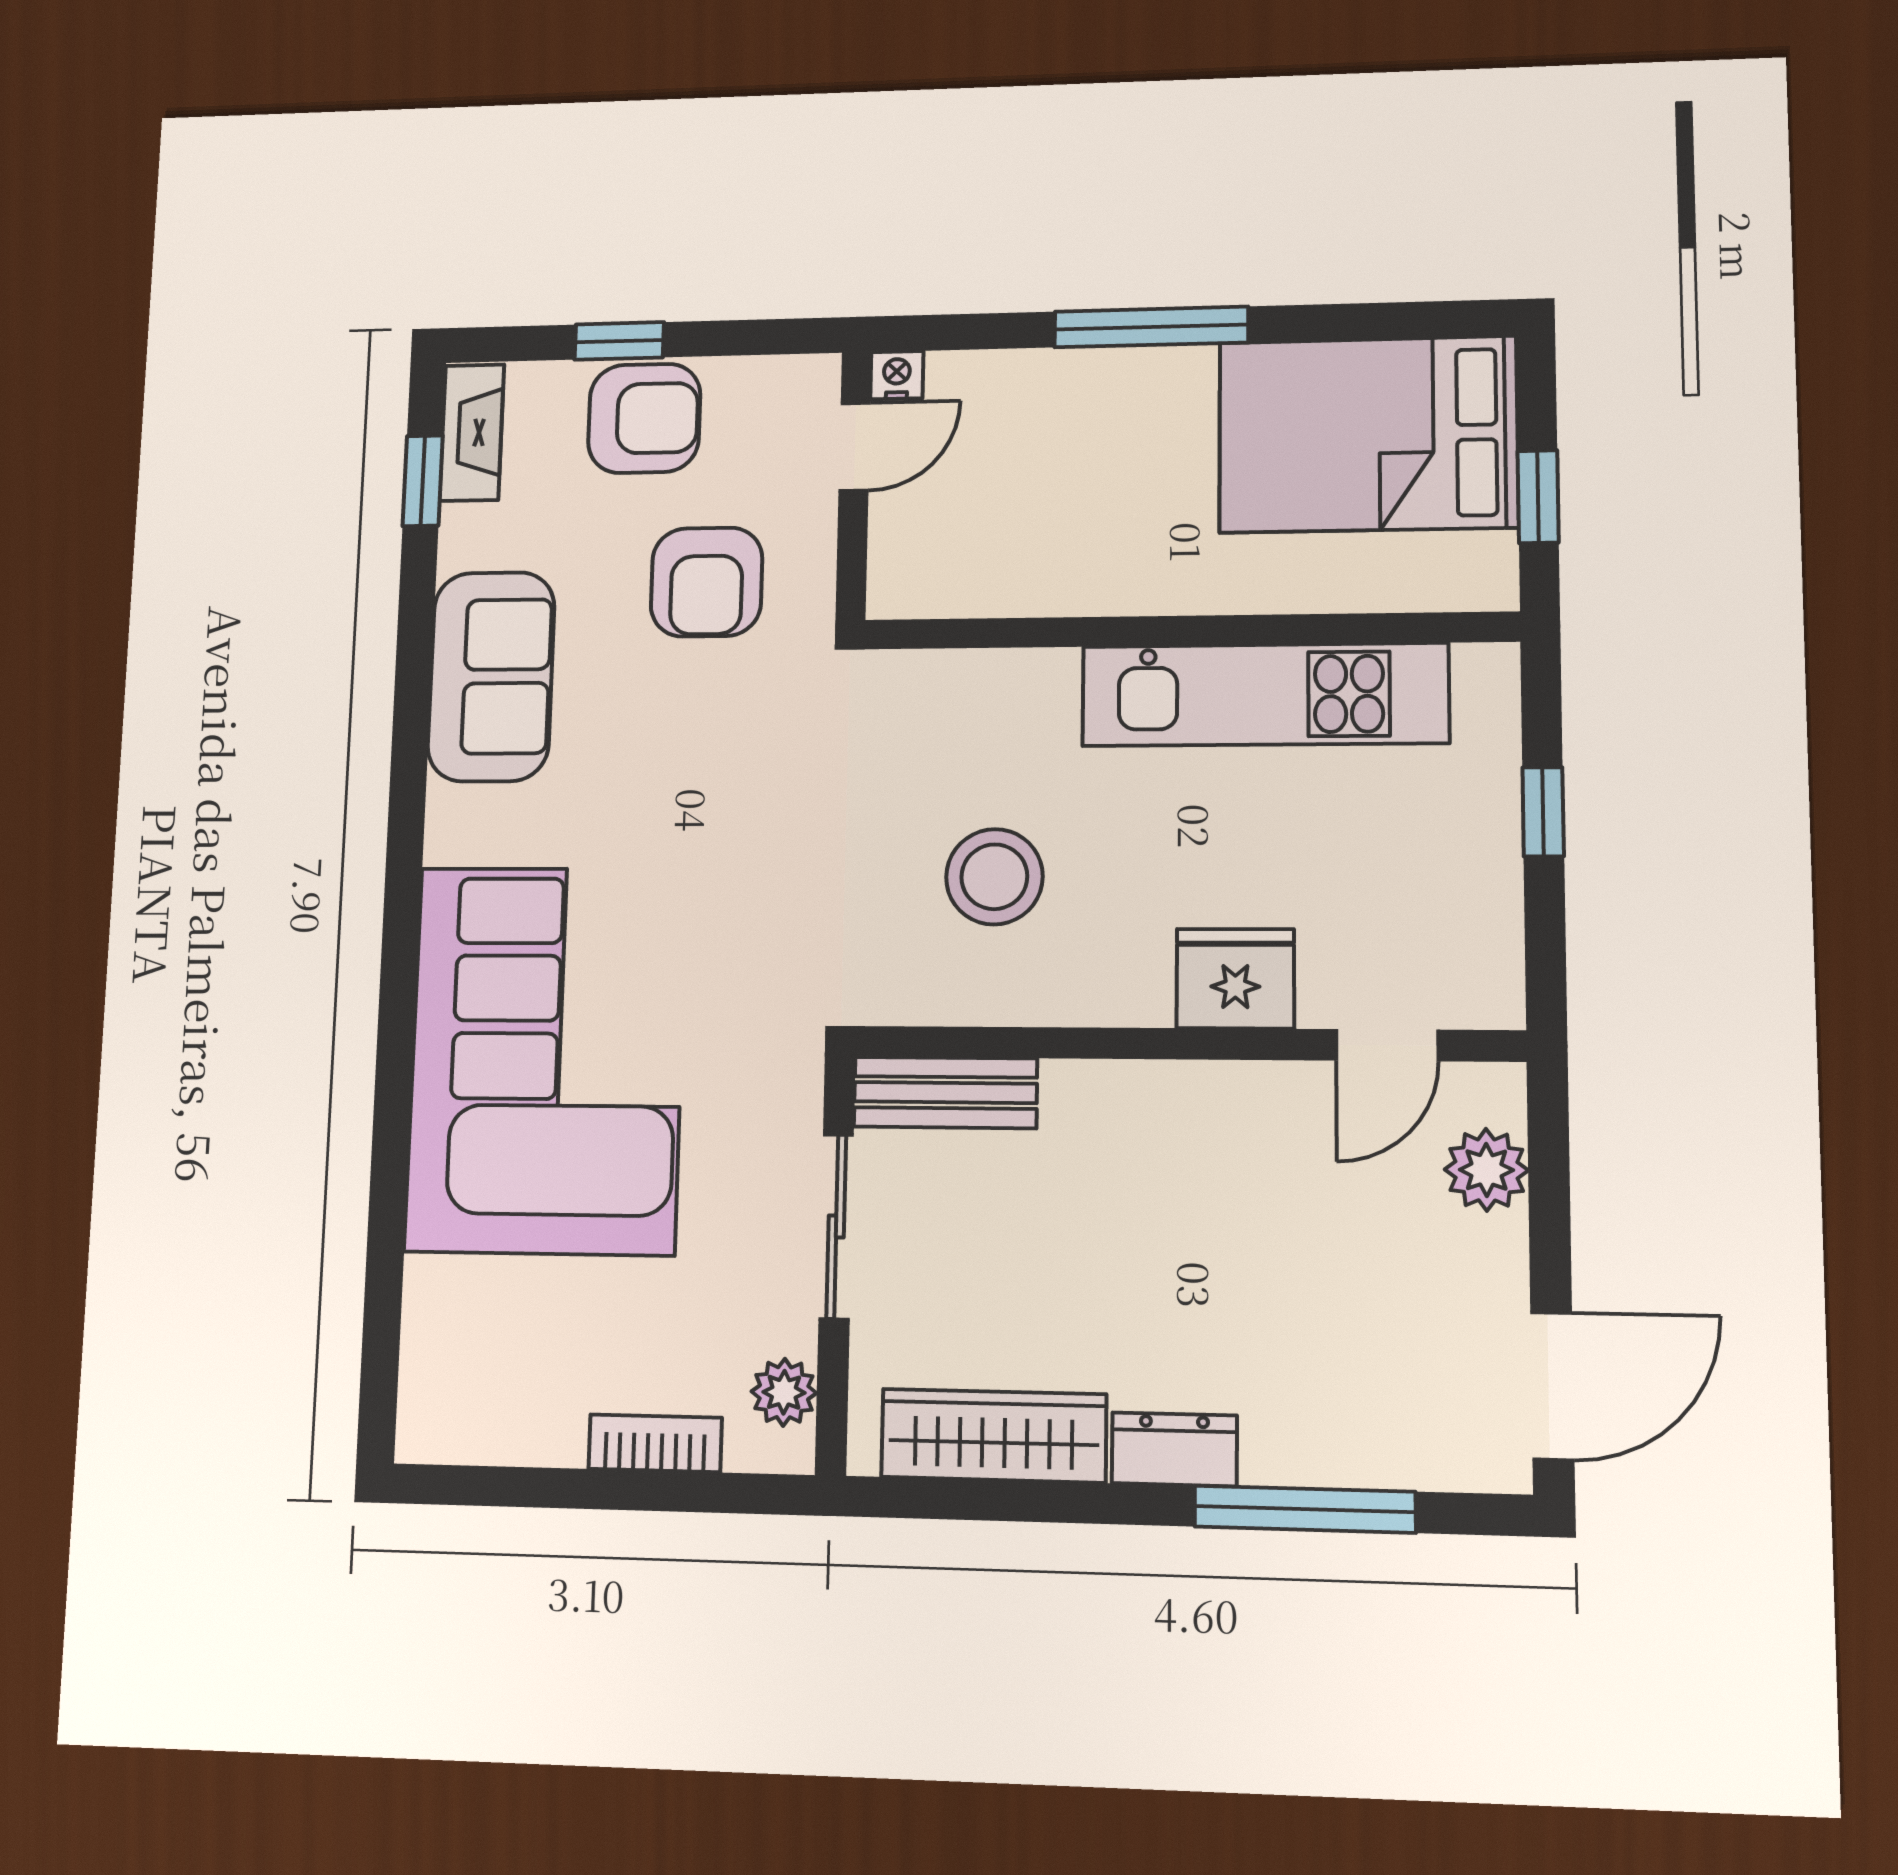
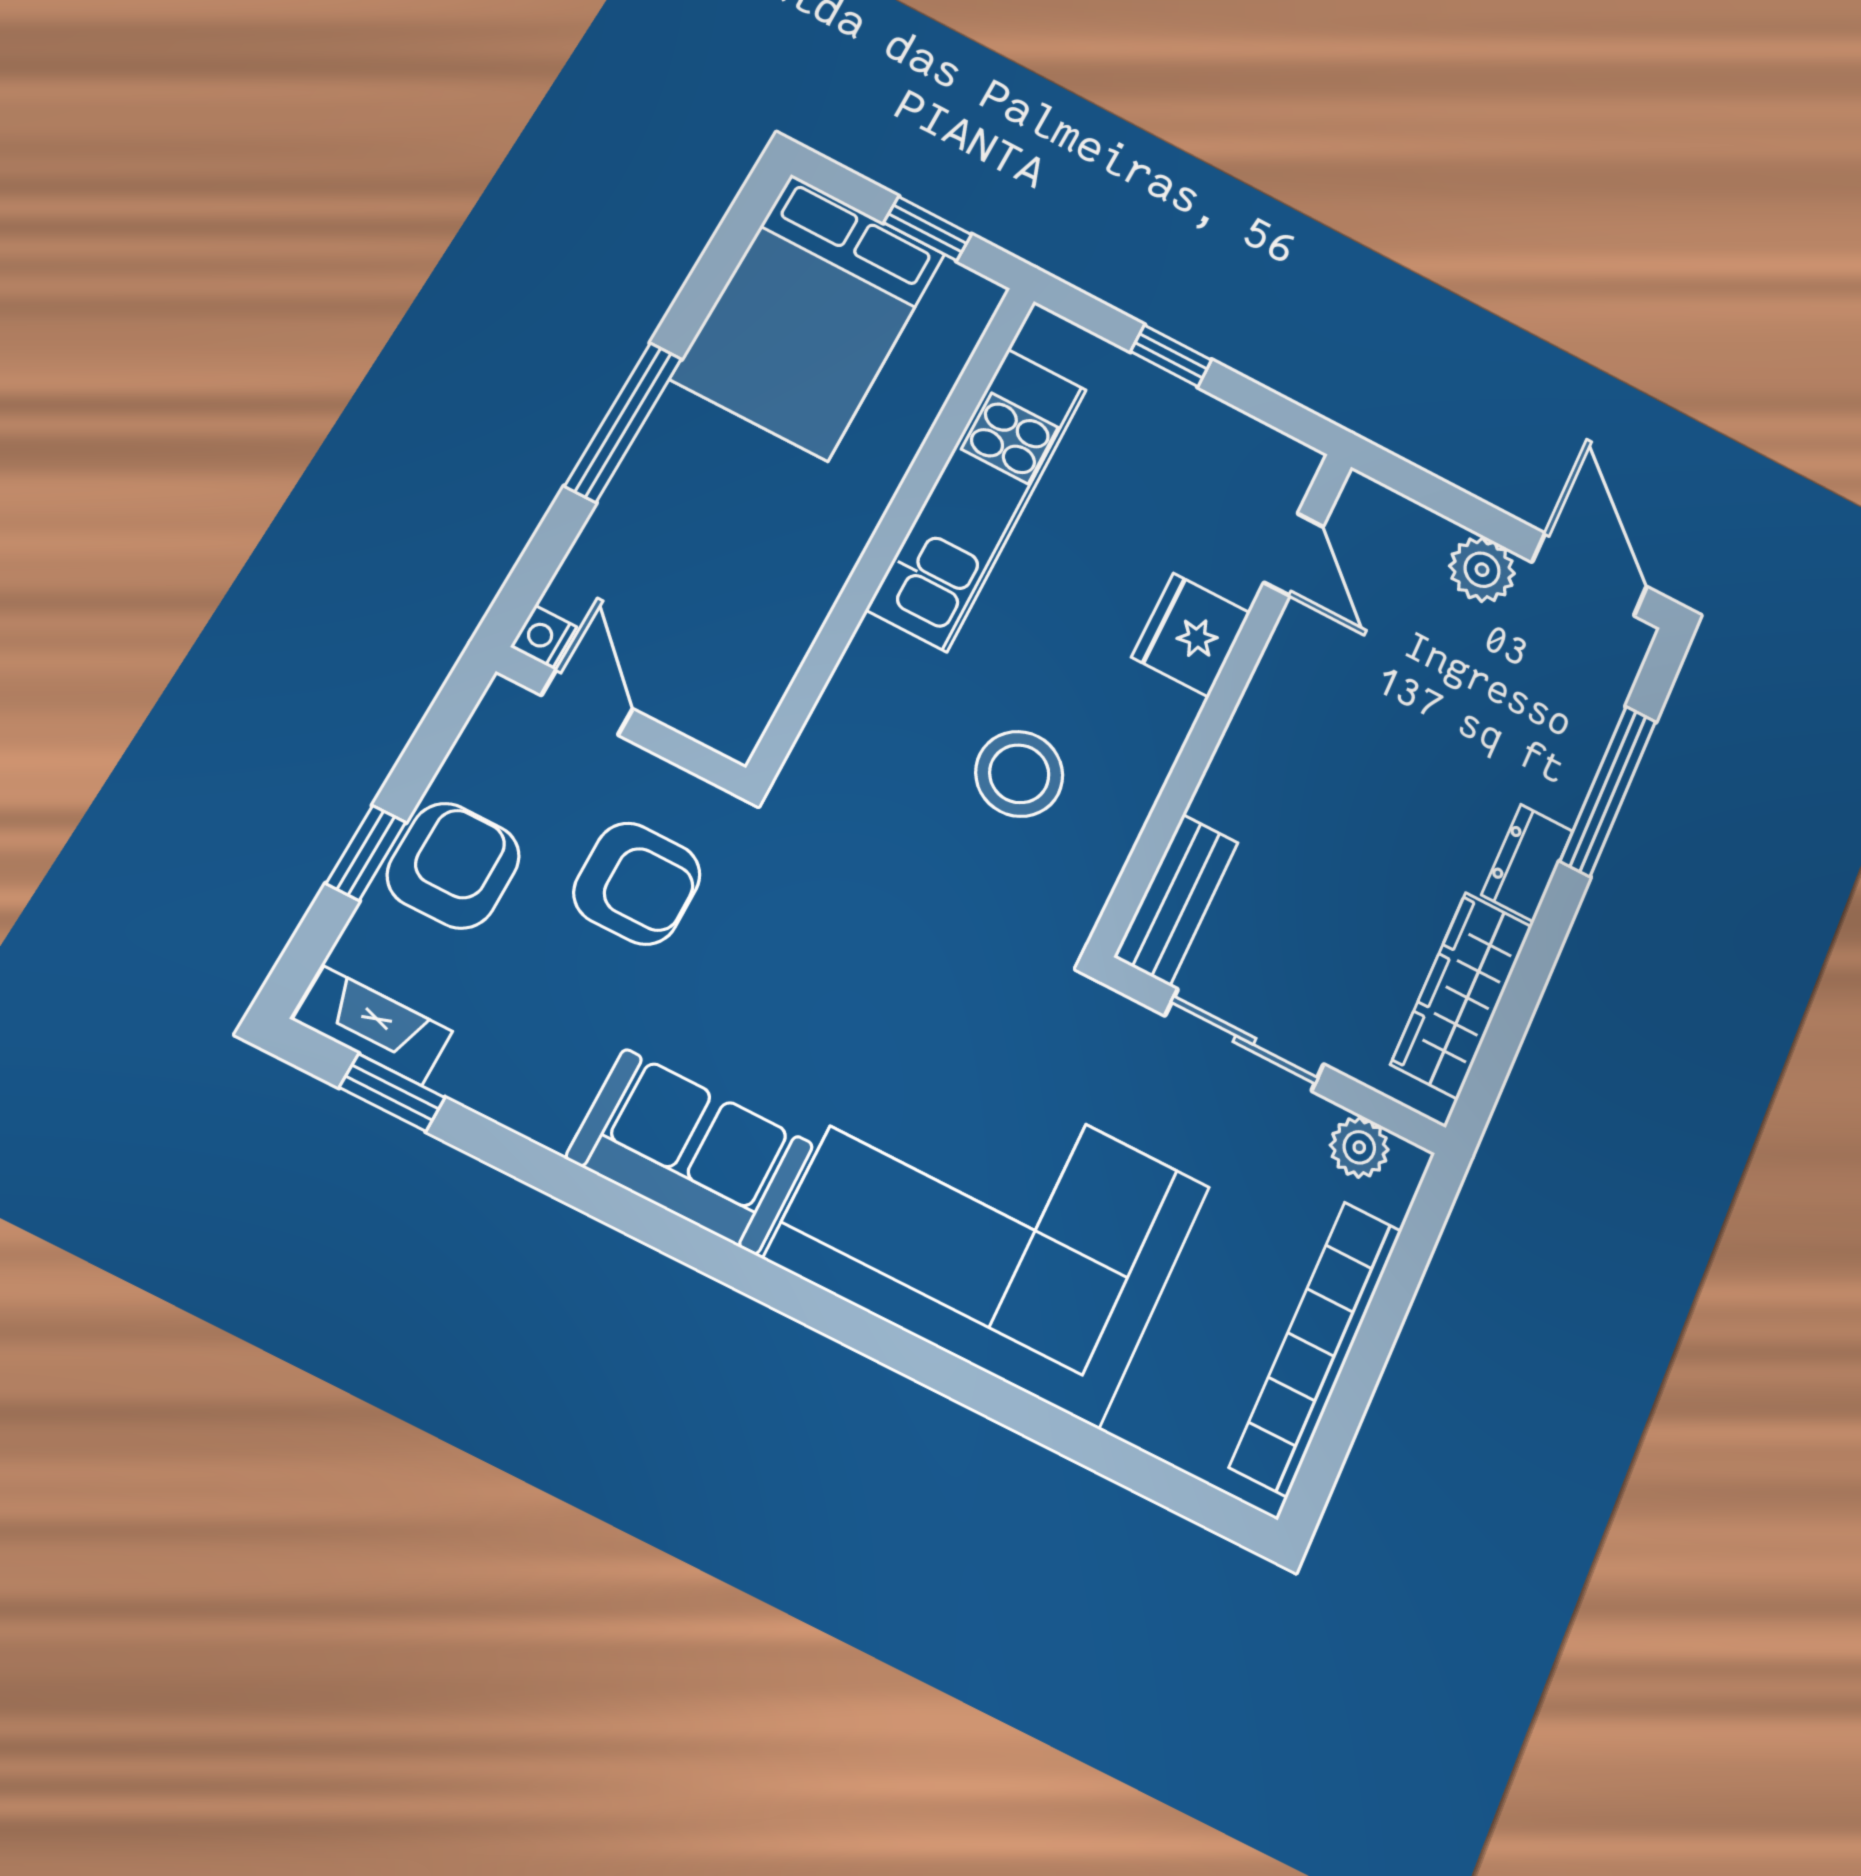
sofa: (491, 676) -> (690, 1151), moved
plant: (1486, 1170) -> (1482, 570), moved
bookcase: (655, 1443) -> (1317, 1347), width x2.31, depth x1.31

